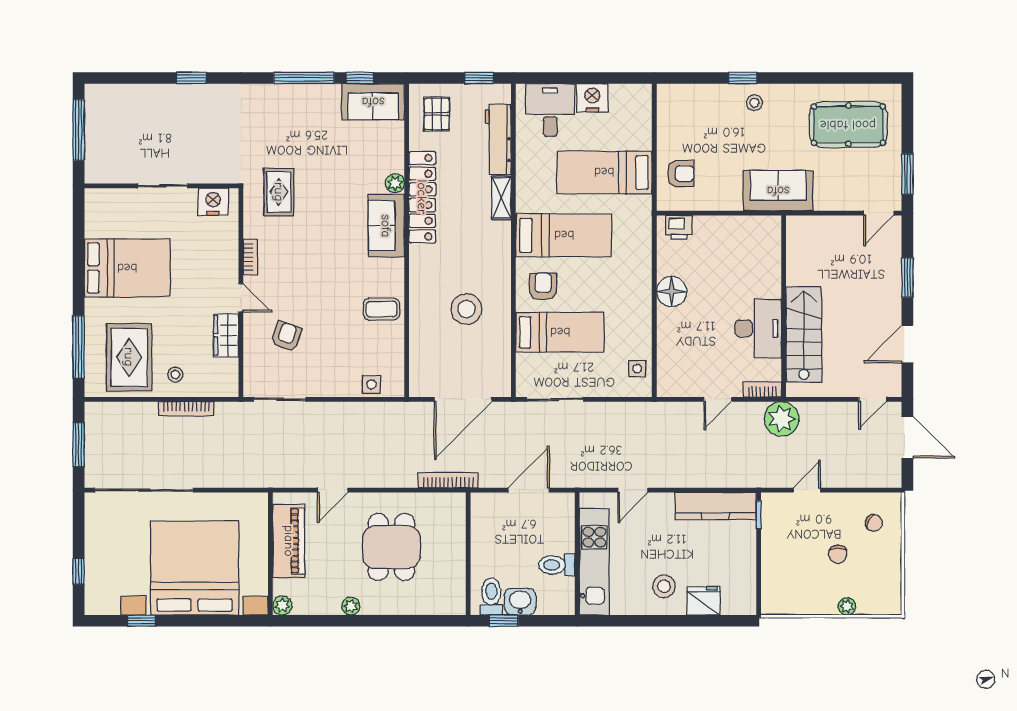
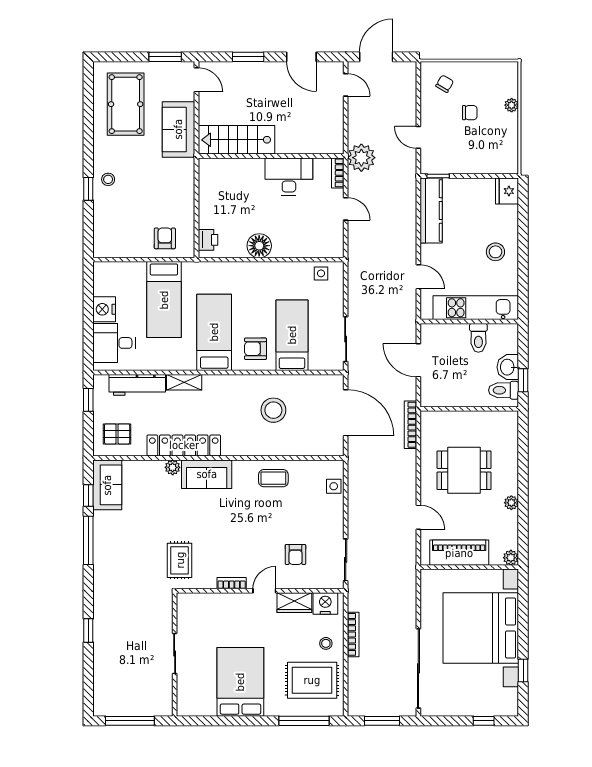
sofa: (778, 191) -> (178, 129), moved
rug: (279, 192) -> (180, 560), turned 90
nightstand: (213, 202) -> (325, 604), moved, turned 90
coffee table: (382, 309) -> (273, 478), turned 90
stairs: (804, 334) -> (236, 140), moved
armchair: (286, 337) -> (295, 554), turned -108
fridge: (703, 601) -> (507, 191), moved

